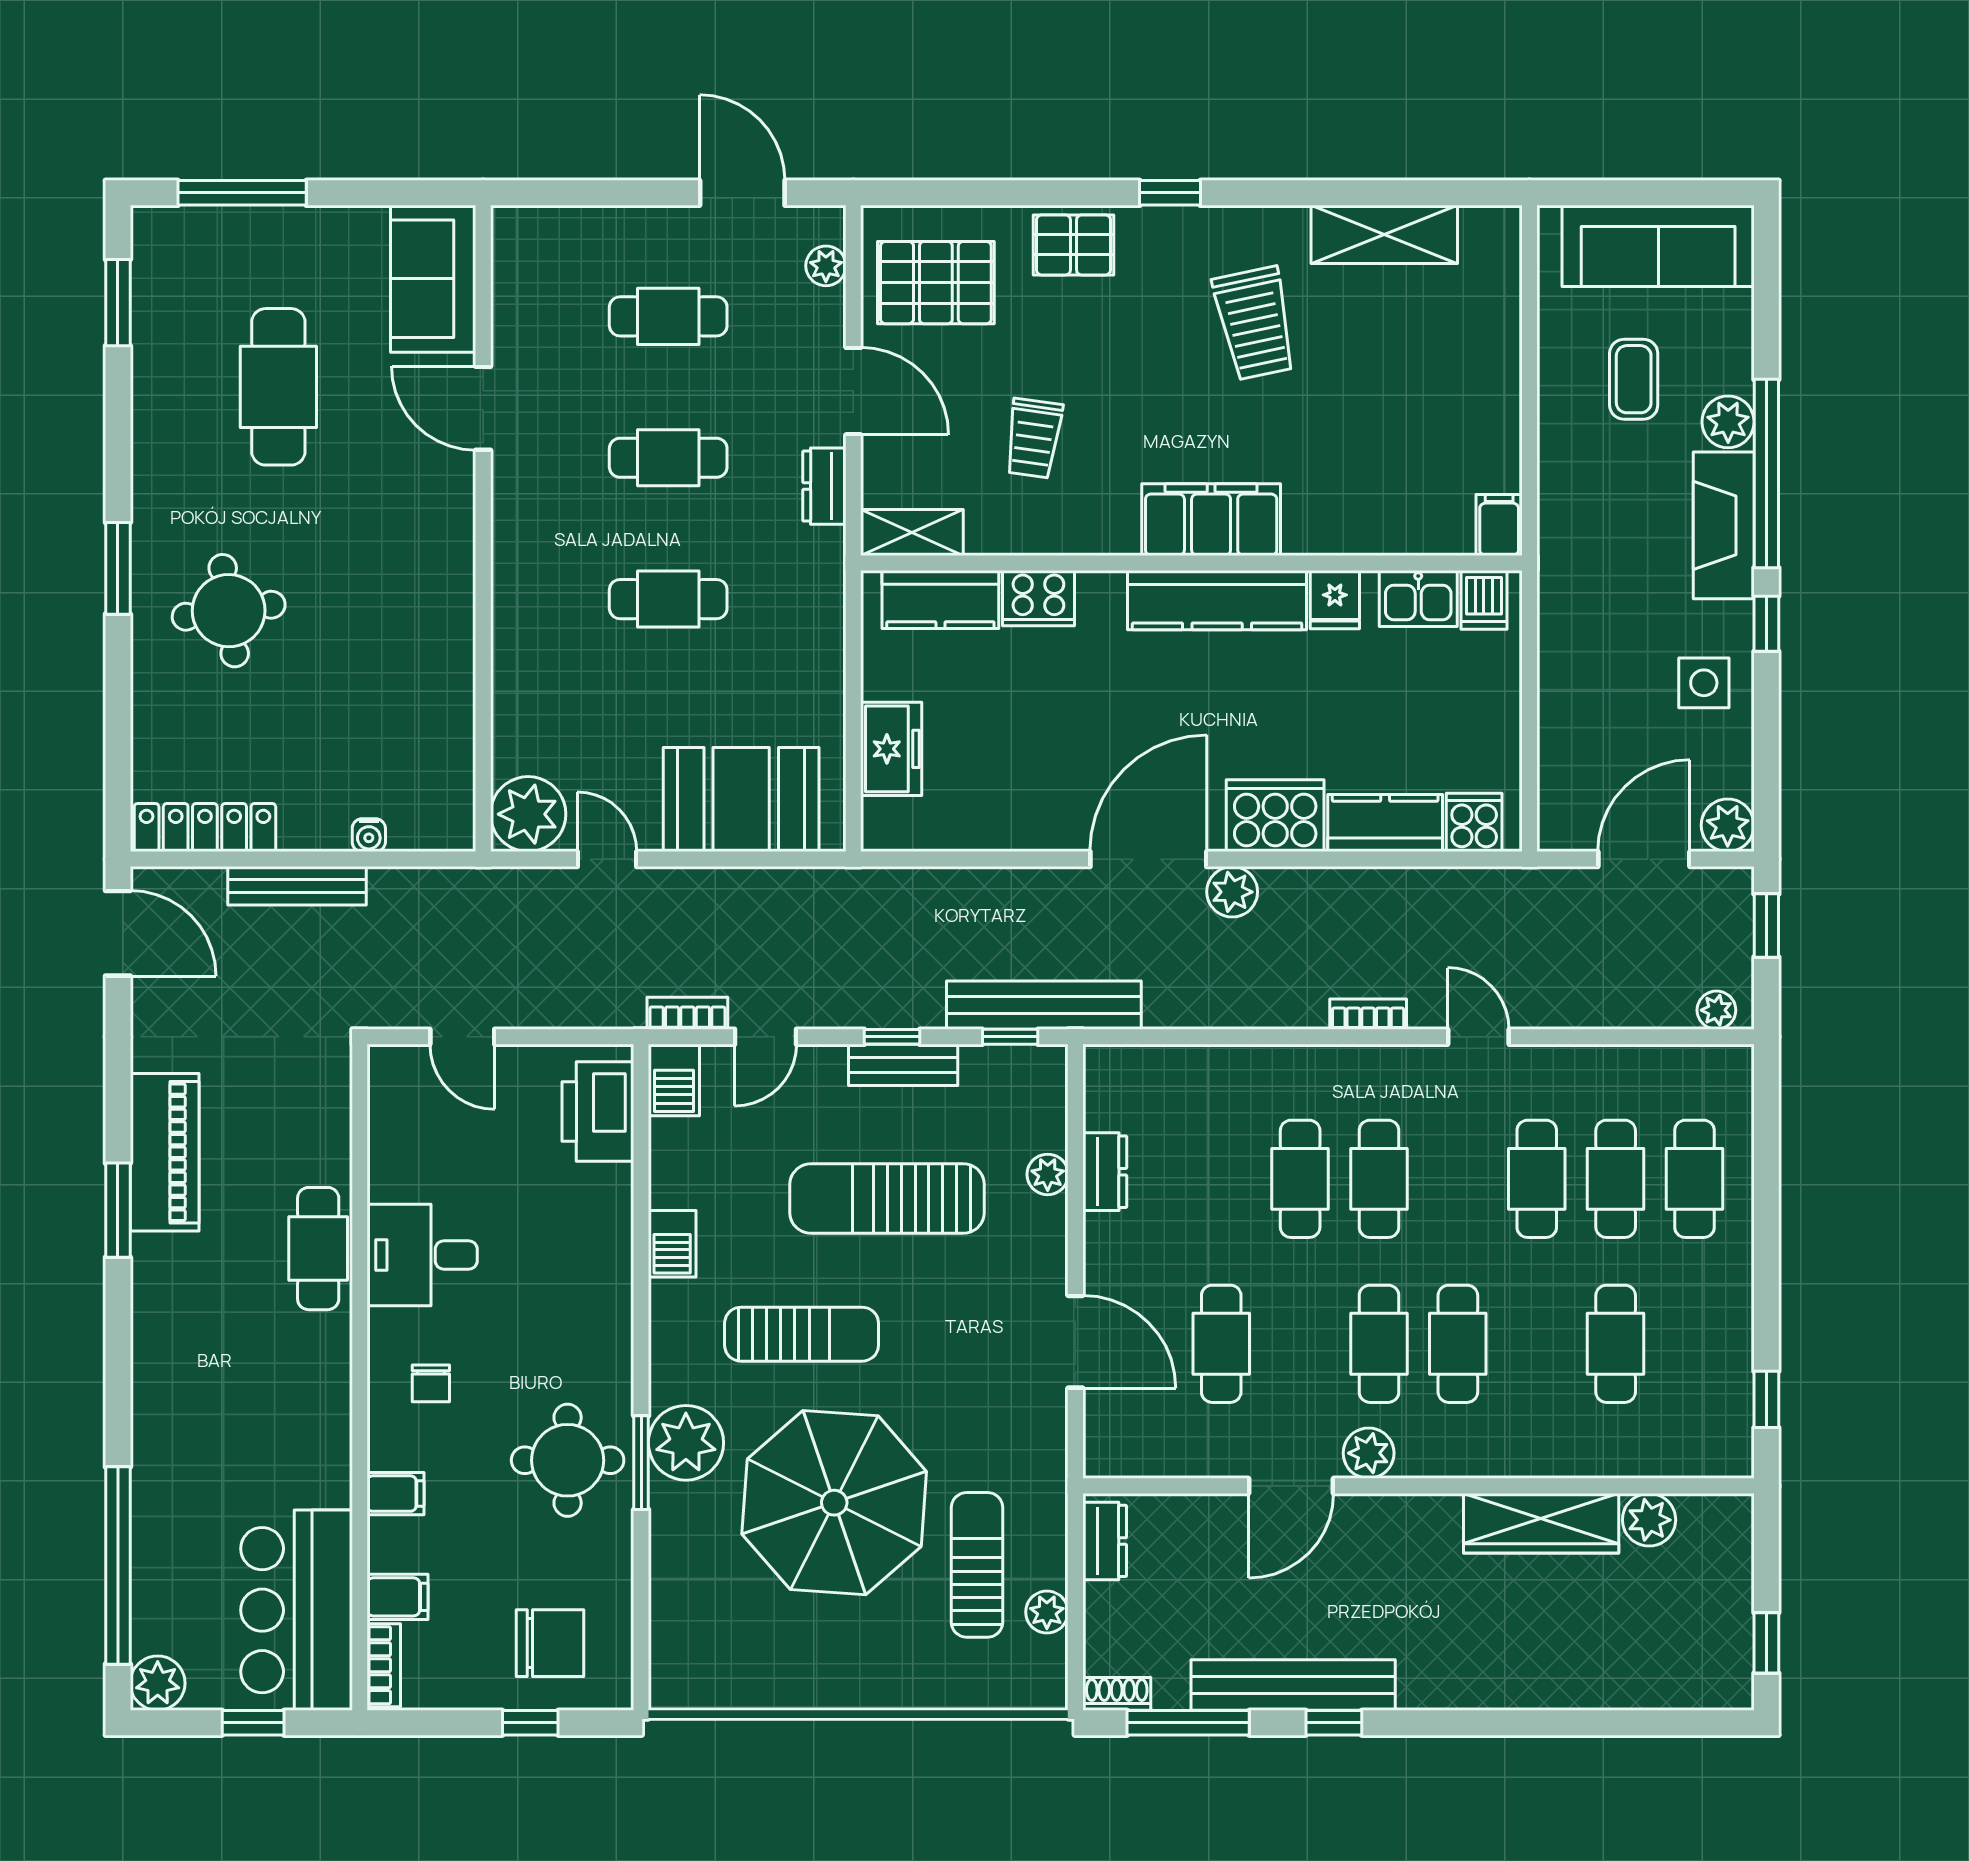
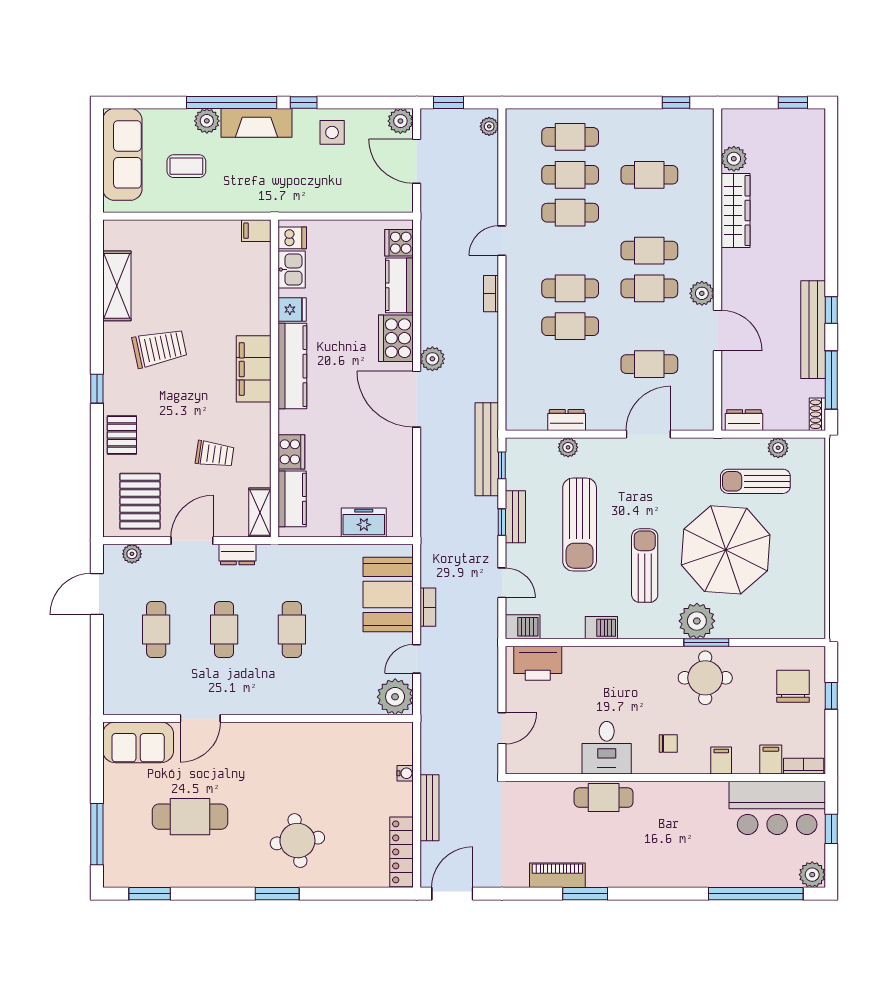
bookcase: (687, 1013) -> (428, 607), moved, turned 180
piano: (165, 1152) -> (557, 875), width x0.73, depth x0.75

